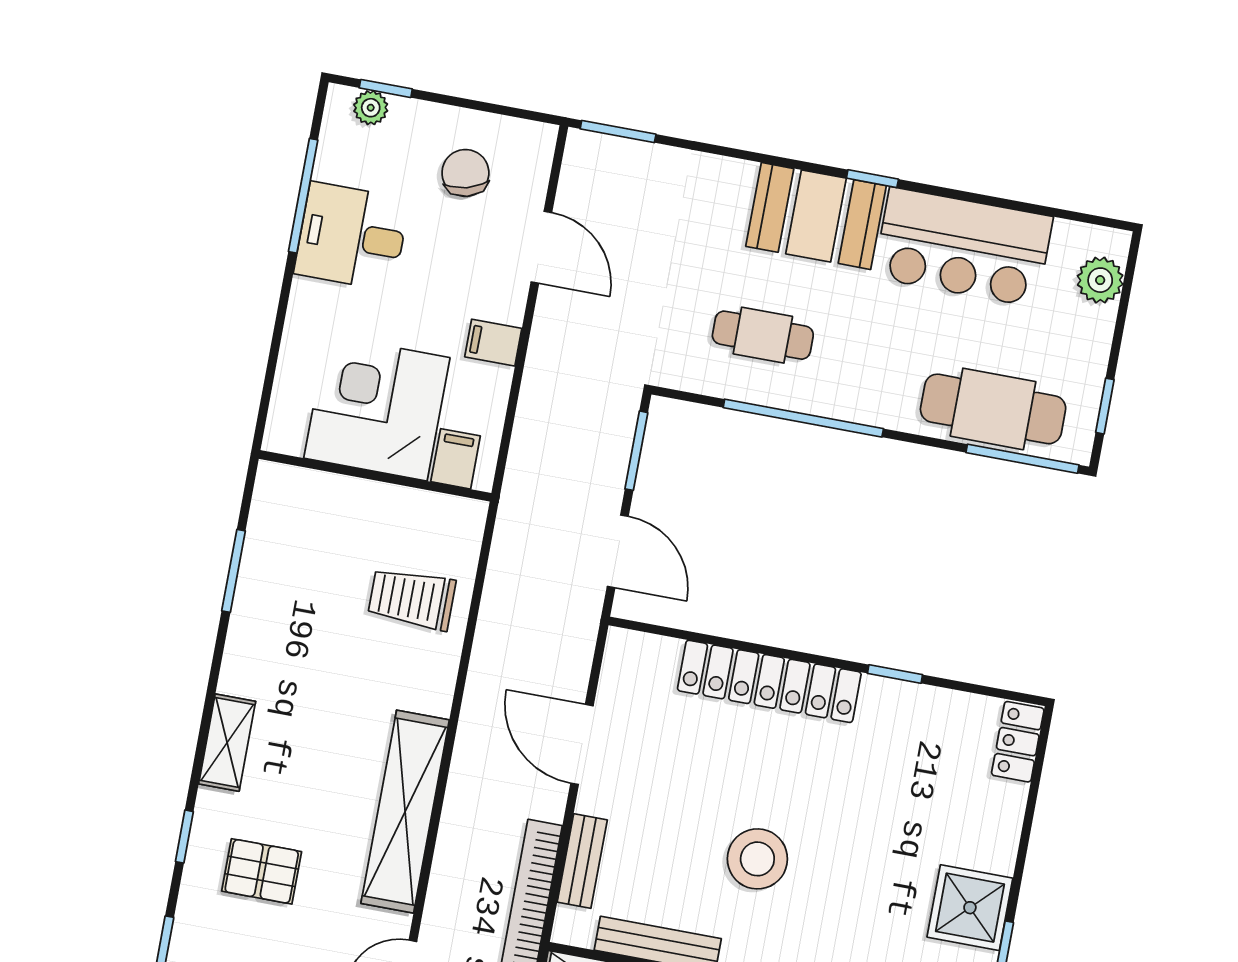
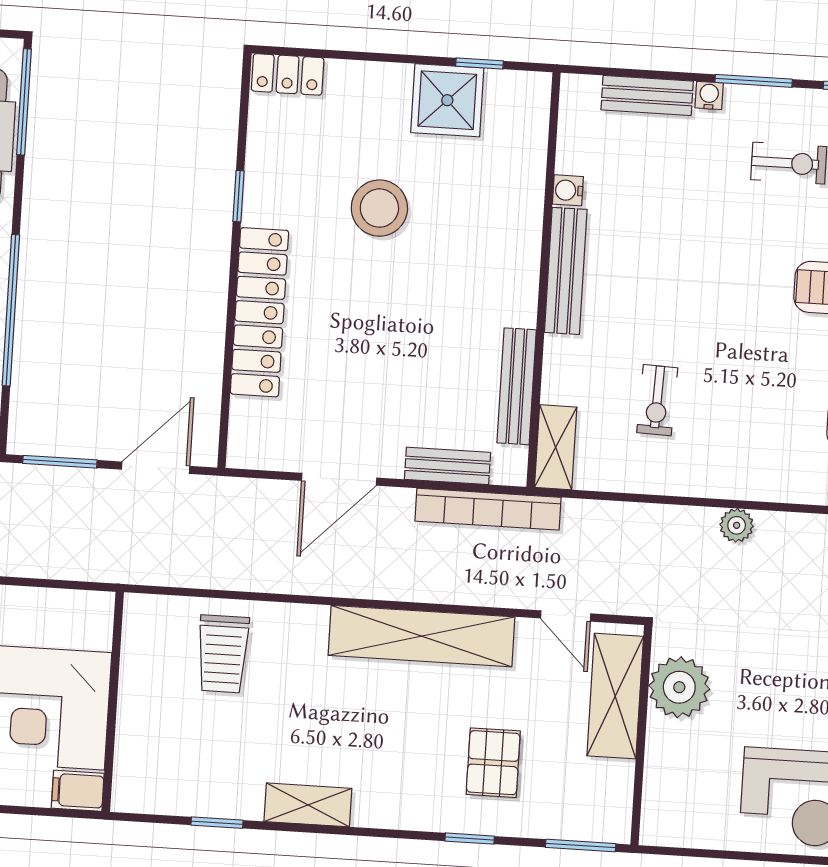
filing cabinet: (456, 459) -> (78, 791), moved
window: (234, 571) -> (217, 823), width x0.67
shelving: (227, 743) -> (308, 805), moved
stool: (757, 859) -> (379, 208), moved

